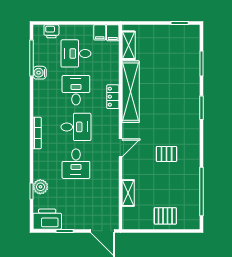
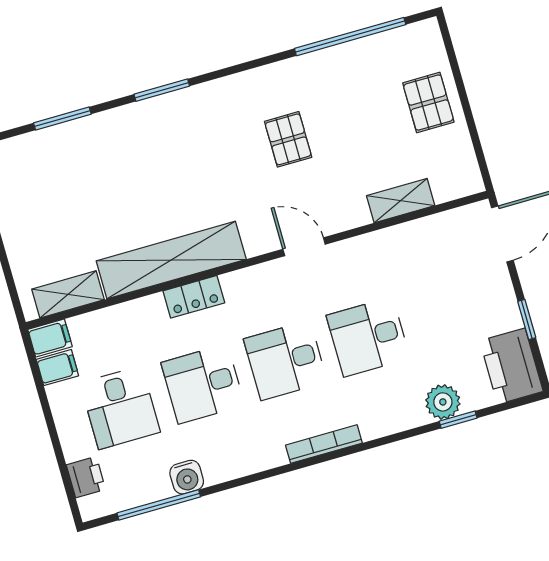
desk: (76, 127) -> (285, 360), turned -90
desk: (76, 164) -> (368, 337), turned 180

